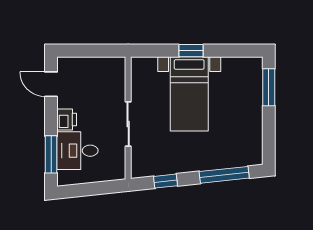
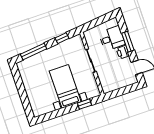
window: (191, 51) -> (85, 104), moved
window: (269, 87) -> (26, 103), removed
window: (51, 154) -> (128, 42), moved

